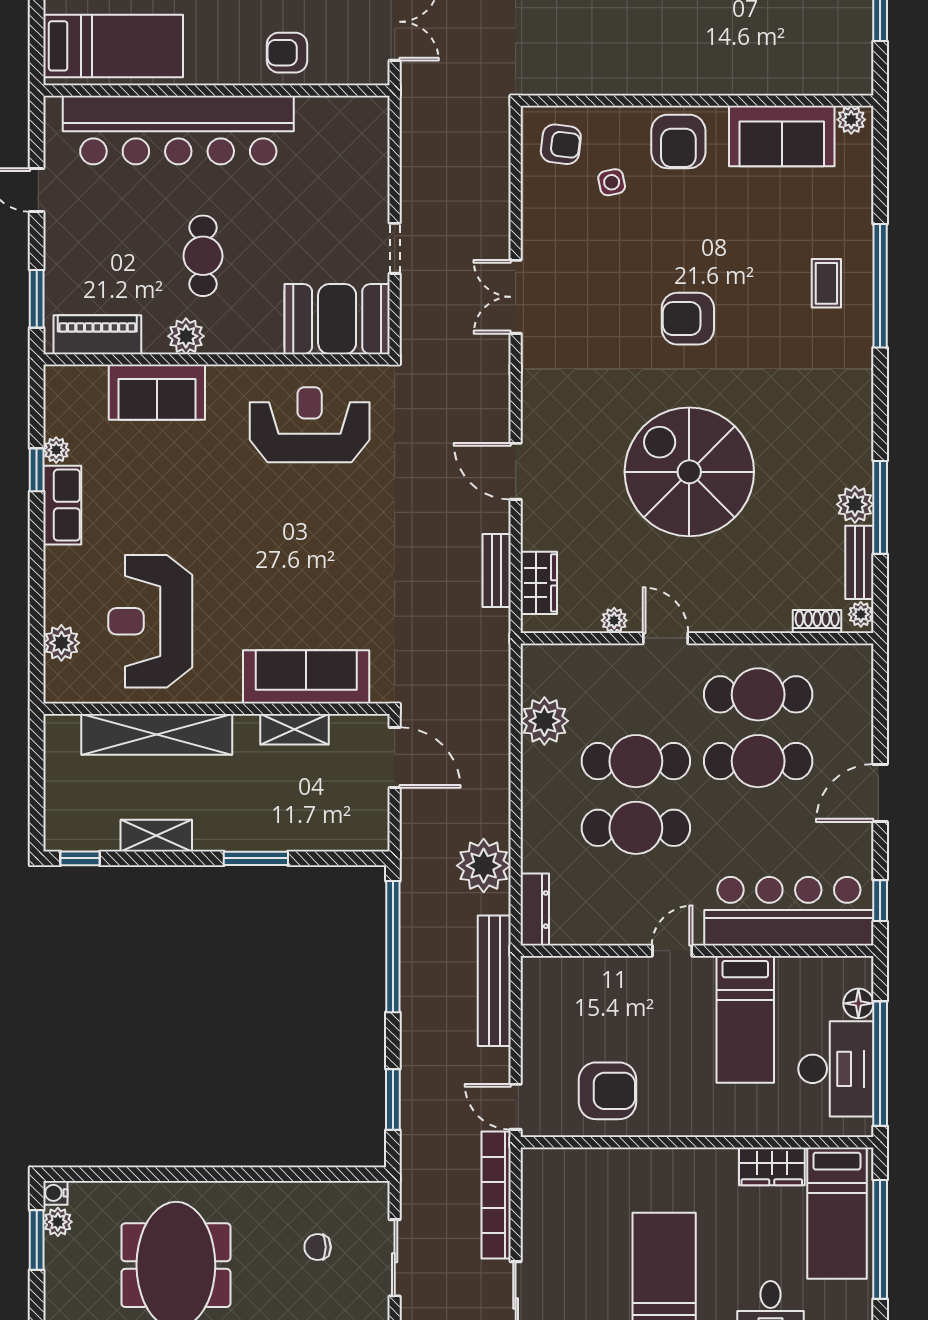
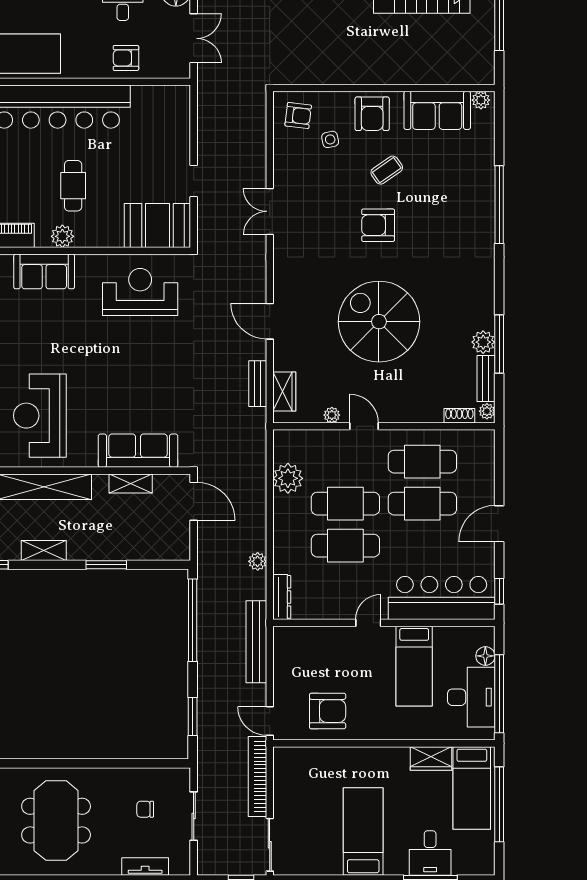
coffee table: (826, 283) -> (387, 170), moved, turned 55
plant: (484, 866) -> (258, 561), width x0.53, depth x0.53

